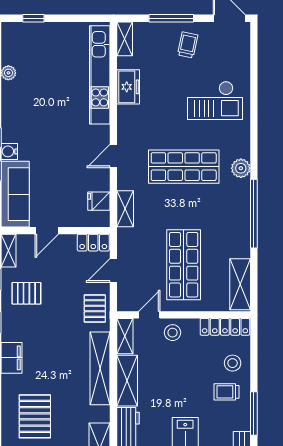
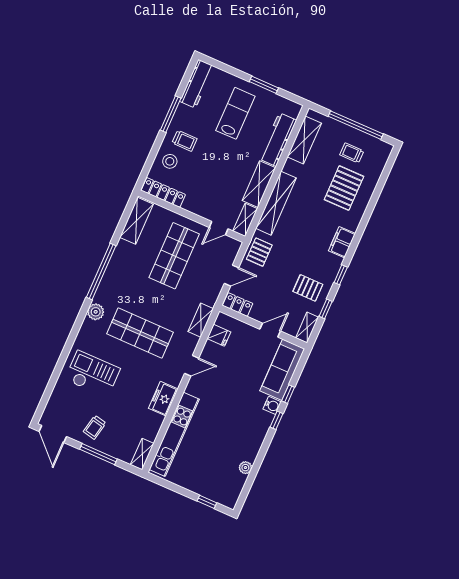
freezer: (128, 87) -> (163, 399), moved
stool: (173, 333) -> (206, 206), removed

